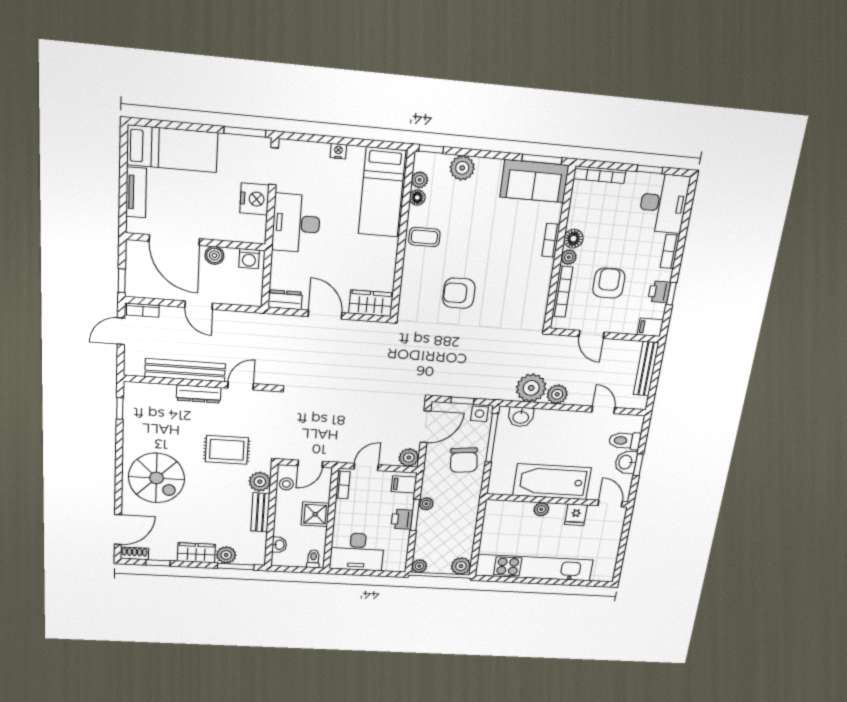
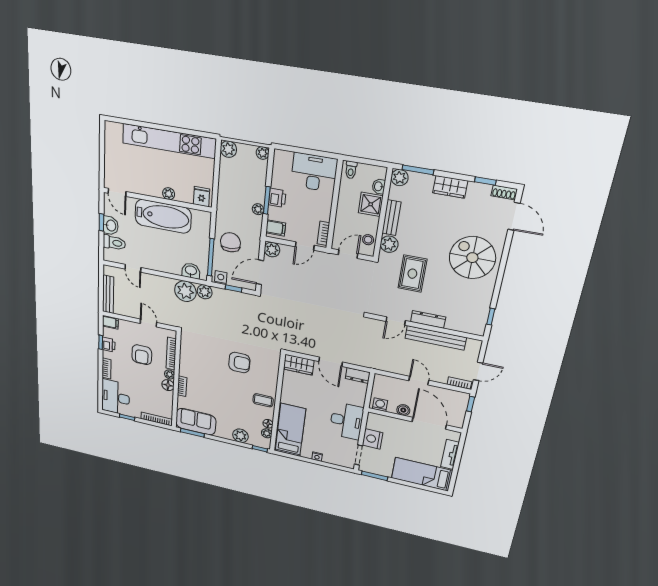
plant: (557, 394) -> (205, 292), moved
rug: (227, 450) -> (412, 274), turned 90
shower: (315, 514) -> (371, 204), moved
fridge: (576, 515) -> (202, 197), moved
door: (118, 530) -> (514, 216), swing flipped
plant: (226, 555) -> (400, 178), moved

